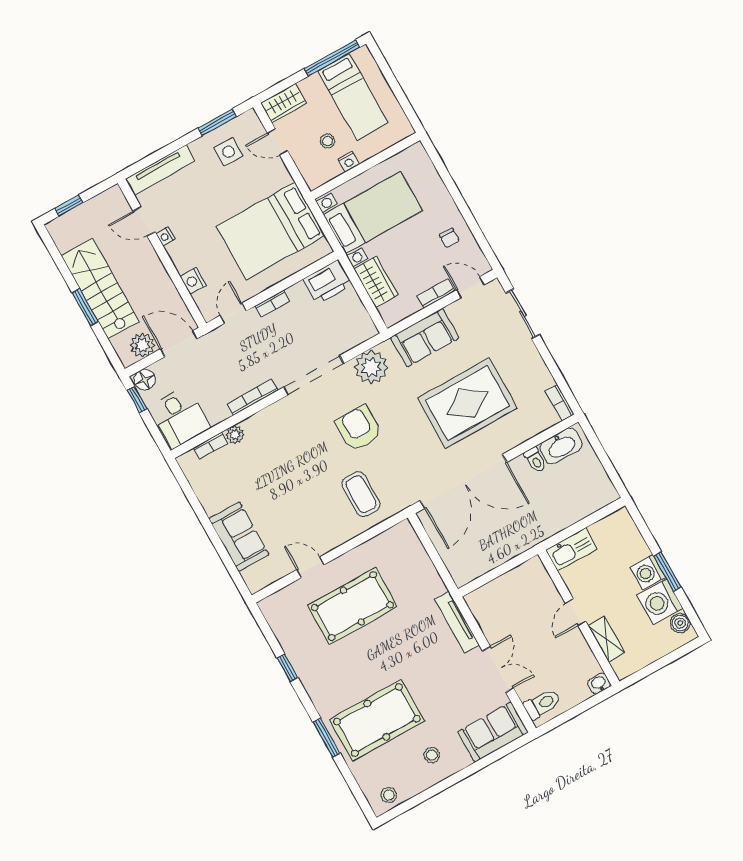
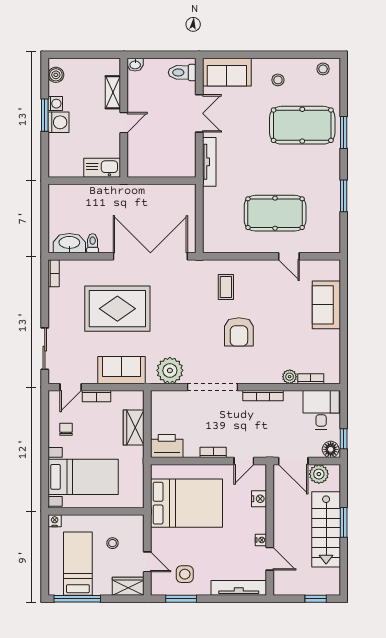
nightstand: (348, 162) -> (55, 521), moved
bed with nightstands: (373, 213) -> (83, 477), moved, turned 180
door: (470, 287) -> (71, 387), hinge flipped
armchair: (359, 428) -> (239, 332), moved
coffee table: (361, 494) -> (226, 287), width x0.73, depth x0.77
washing machine: (660, 602) -> (55, 104), width x0.53, depth x0.53
window: (287, 668) -> (344, 196), width x1.50
double door: (498, 669) -> (199, 113), swing flipped

